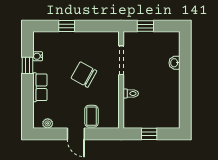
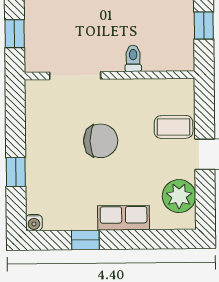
water cooler: (38, 56) -> (34, 223), moved
chair: (84, 75) -> (101, 141), turned -119
plant: (48, 123) -> (179, 196), width x1.87, depth x1.87

